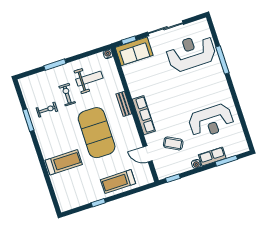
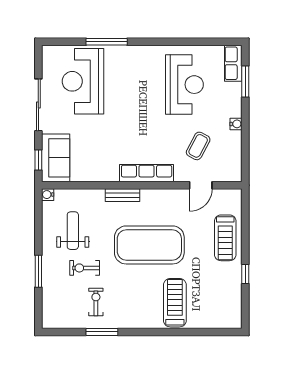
row of seats: (212, 156) -> (233, 63), moved
window: (173, 178) -> (245, 162), removed

